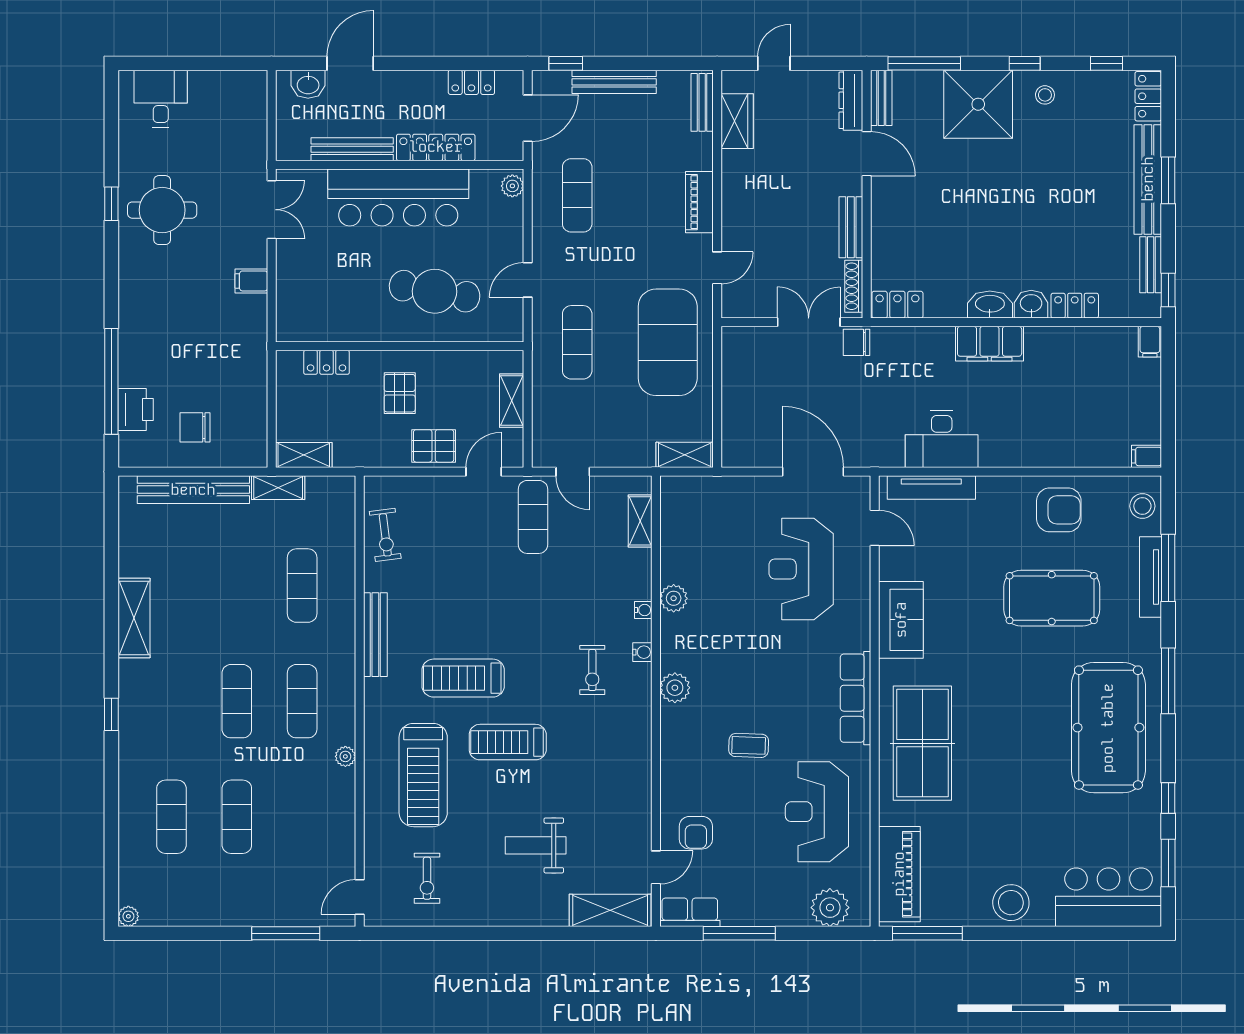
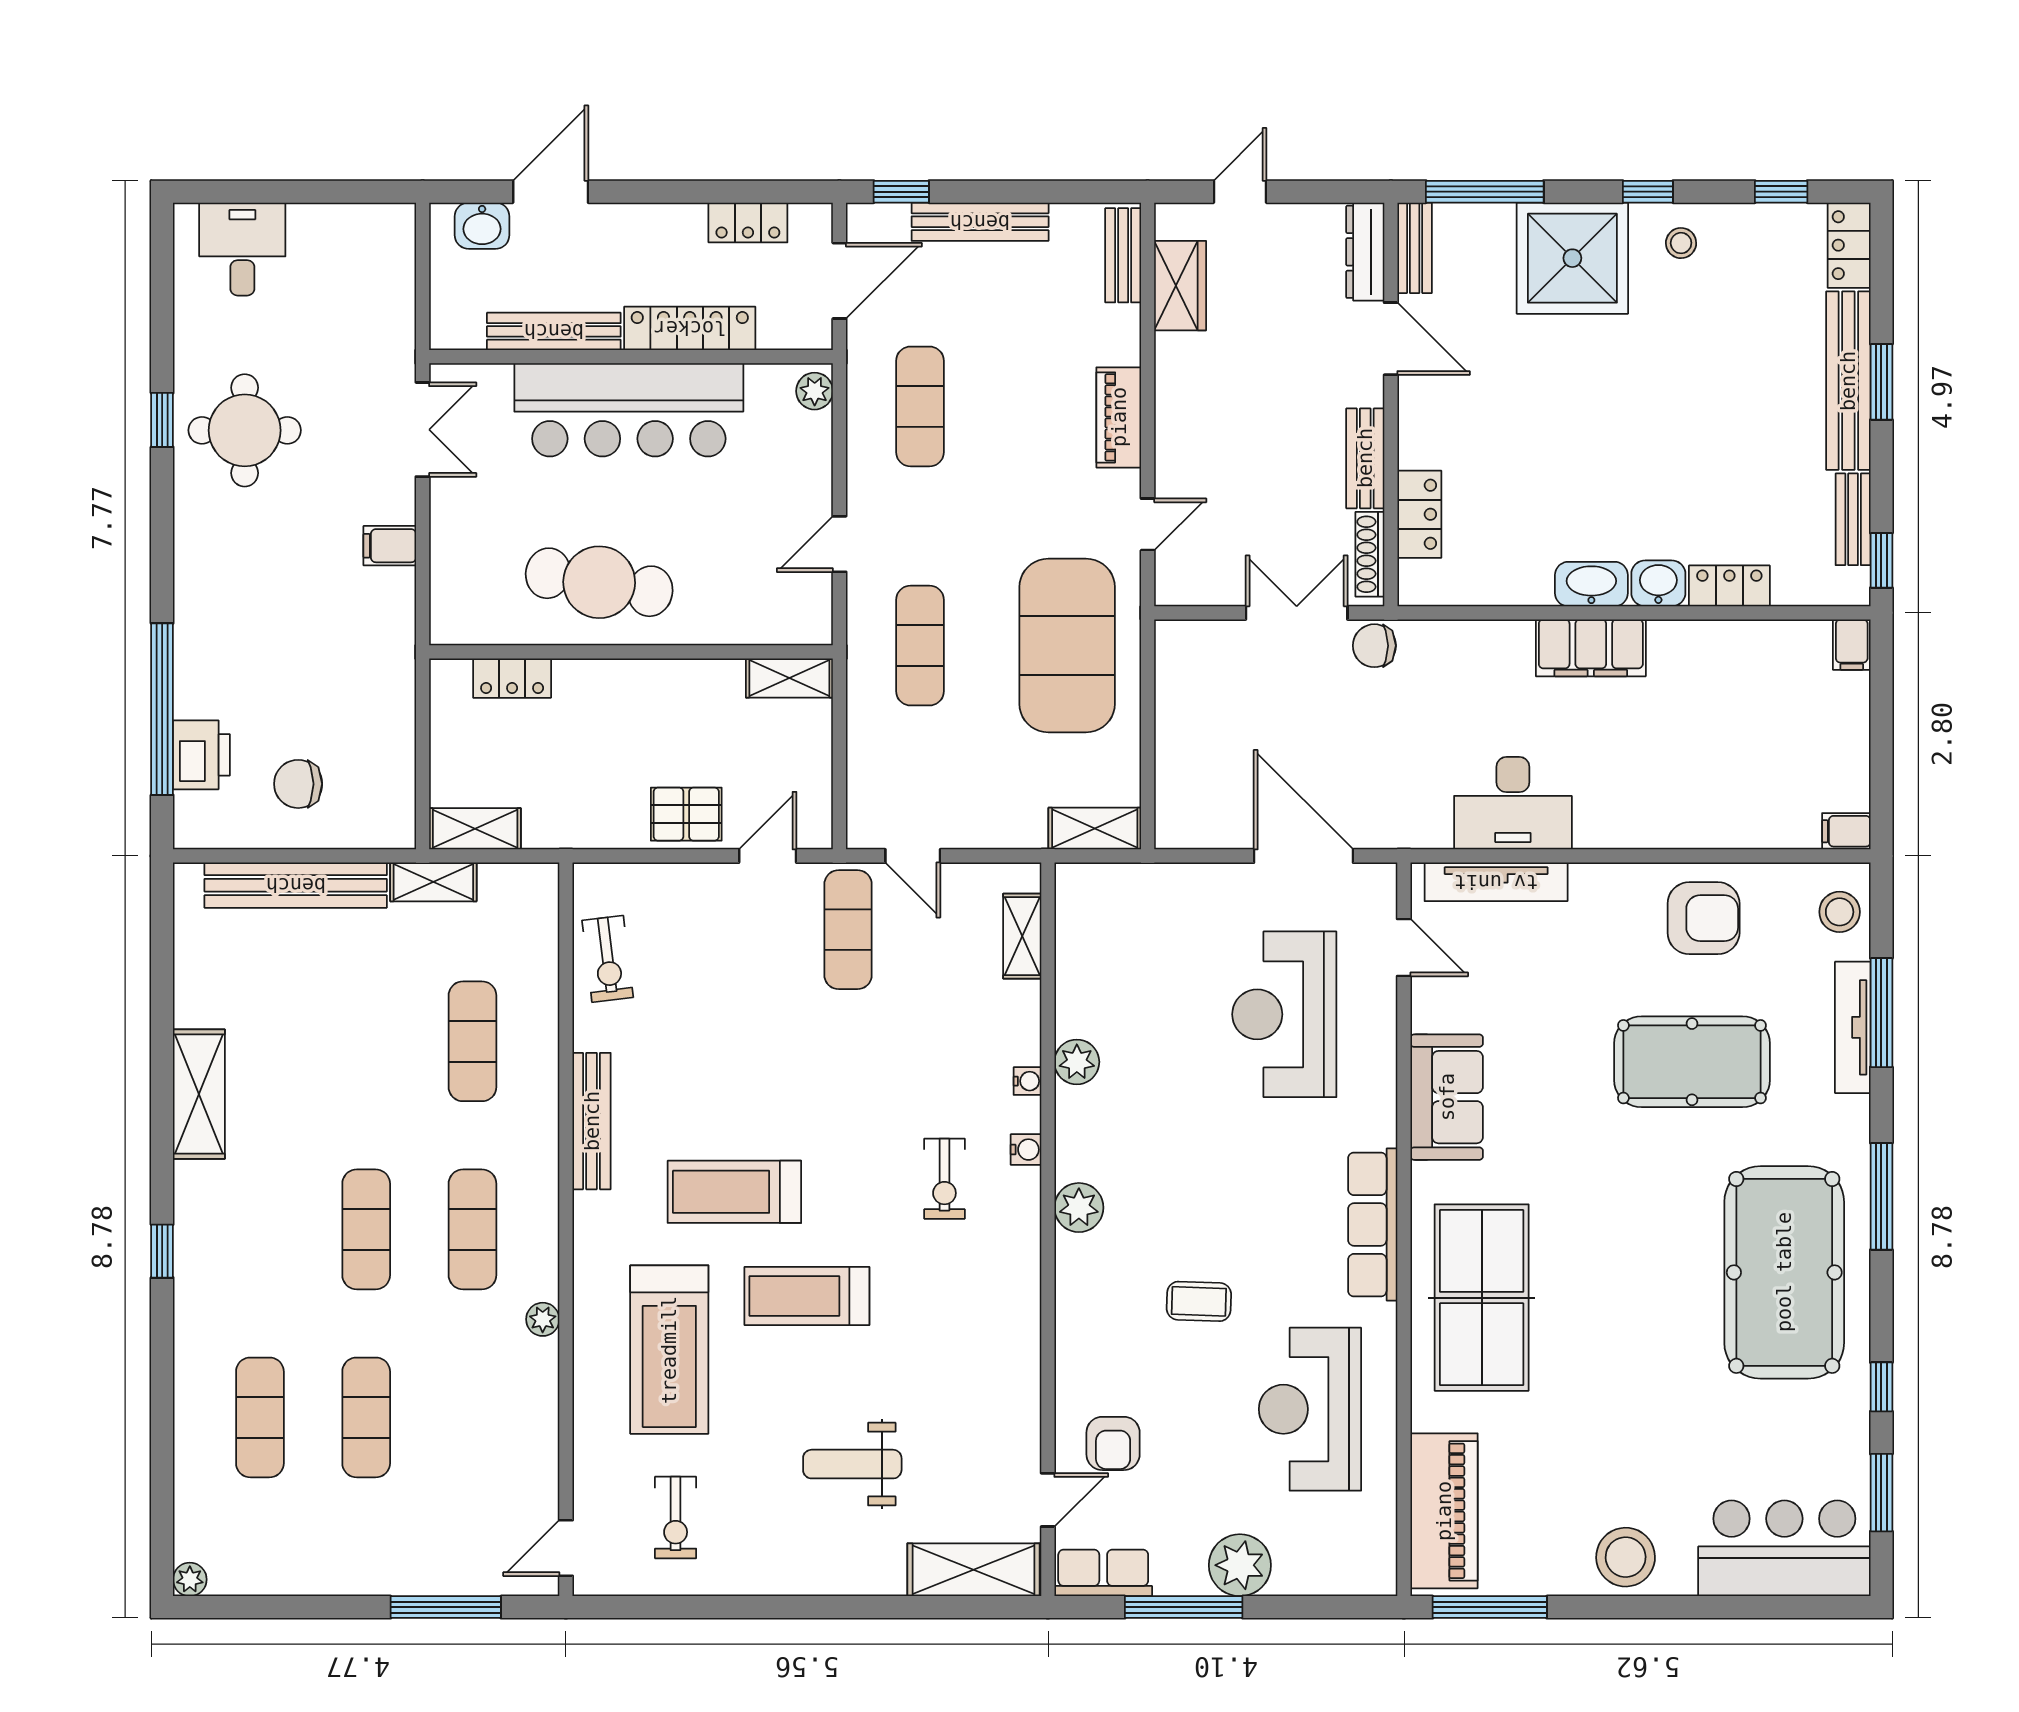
cafe table: (435, 291) -> (599, 582), moved
locker: (897, 305) -> (1419, 514), moved, turned 90
pallet: (400, 393) -> (631, 728), removed
shelving: (512, 401) -> (789, 678), moved, turned 90
plant: (830, 908) -> (1240, 1565), moved

